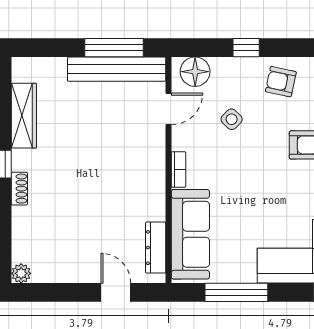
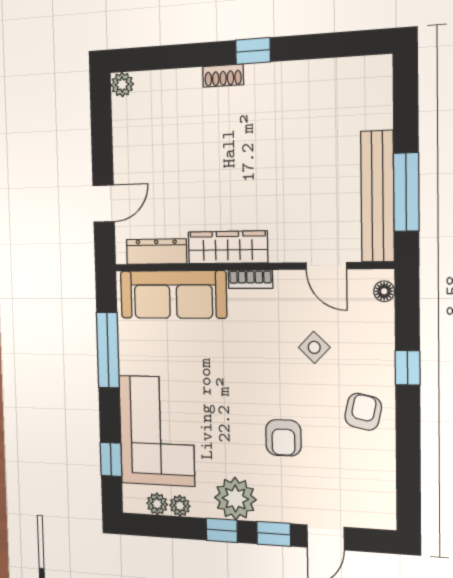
floor lamp: (195, 72) -> (384, 291), width x0.53, depth x0.53
wardrobe: (24, 116) -> (228, 247), moved, turned 180

